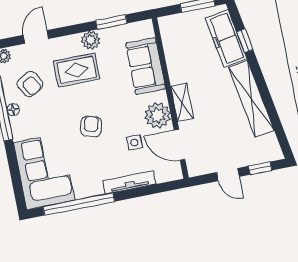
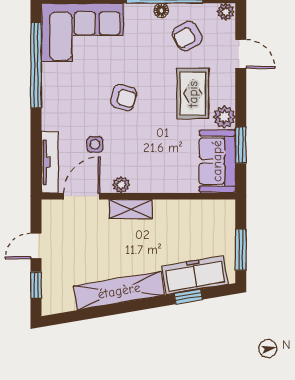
sofa: (146, 66) -> (217, 161), moved, turned -90
plant: (157, 115) -> (121, 185), width x0.53, depth x0.53
tv unit: (129, 182) -> (50, 162), moved

